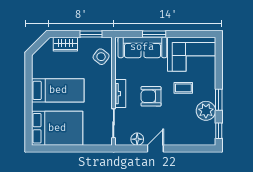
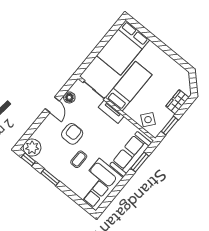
window: (154, 34) -> (140, 162), moved
bed: (58, 90) -> (129, 86), moved, turned 180
armchair: (151, 96) -> (72, 134), moved
plant: (206, 111) -> (32, 148), moved

